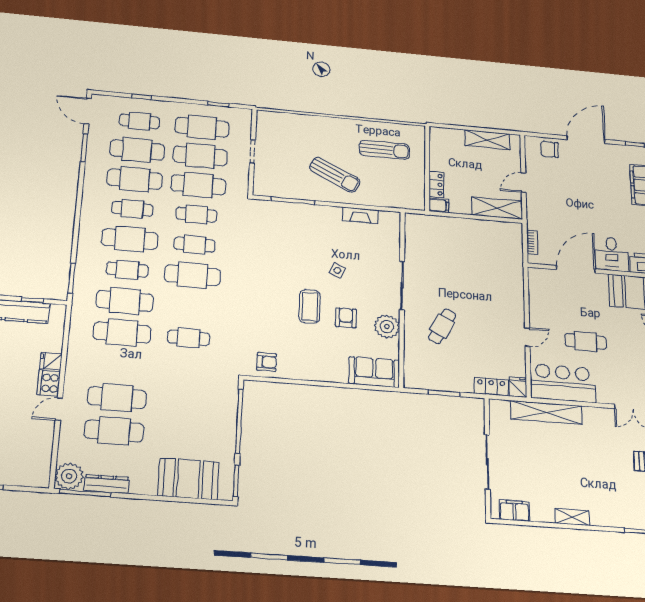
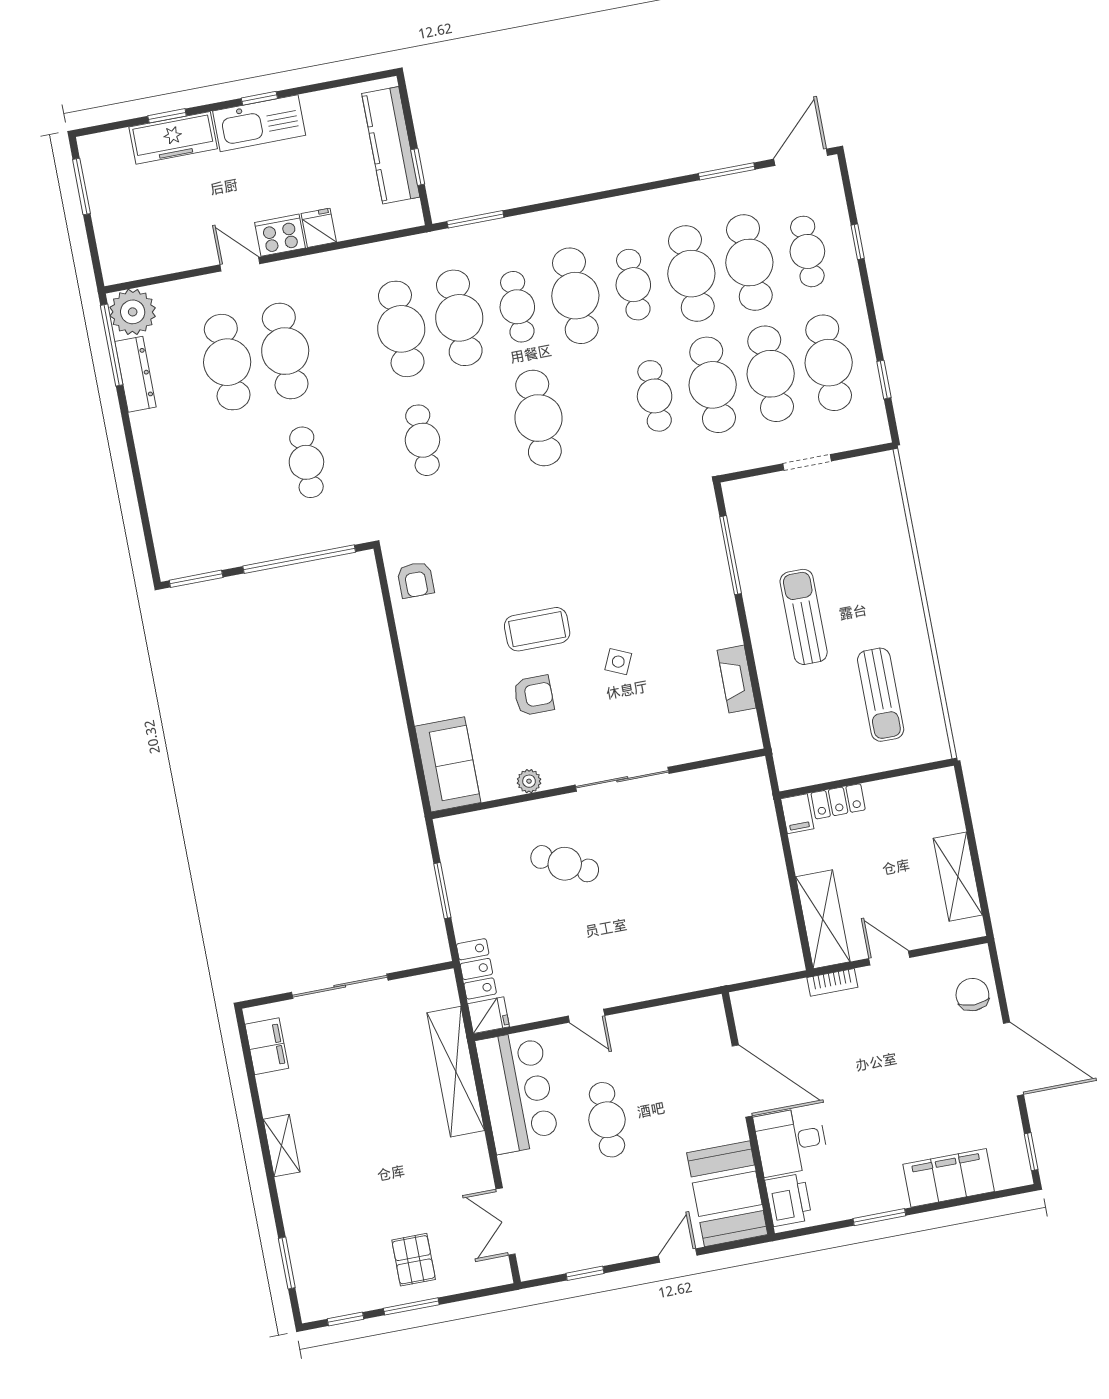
sun lounger: (335, 175) -> (804, 617), turned 153
bookcase: (532, 242) -> (832, 982), moved
cafe table: (194, 245) -> (306, 462), moved
plant: (387, 327) -> (529, 781), width x0.53, depth x0.53
booth: (188, 479) -> (179, 502), removed

